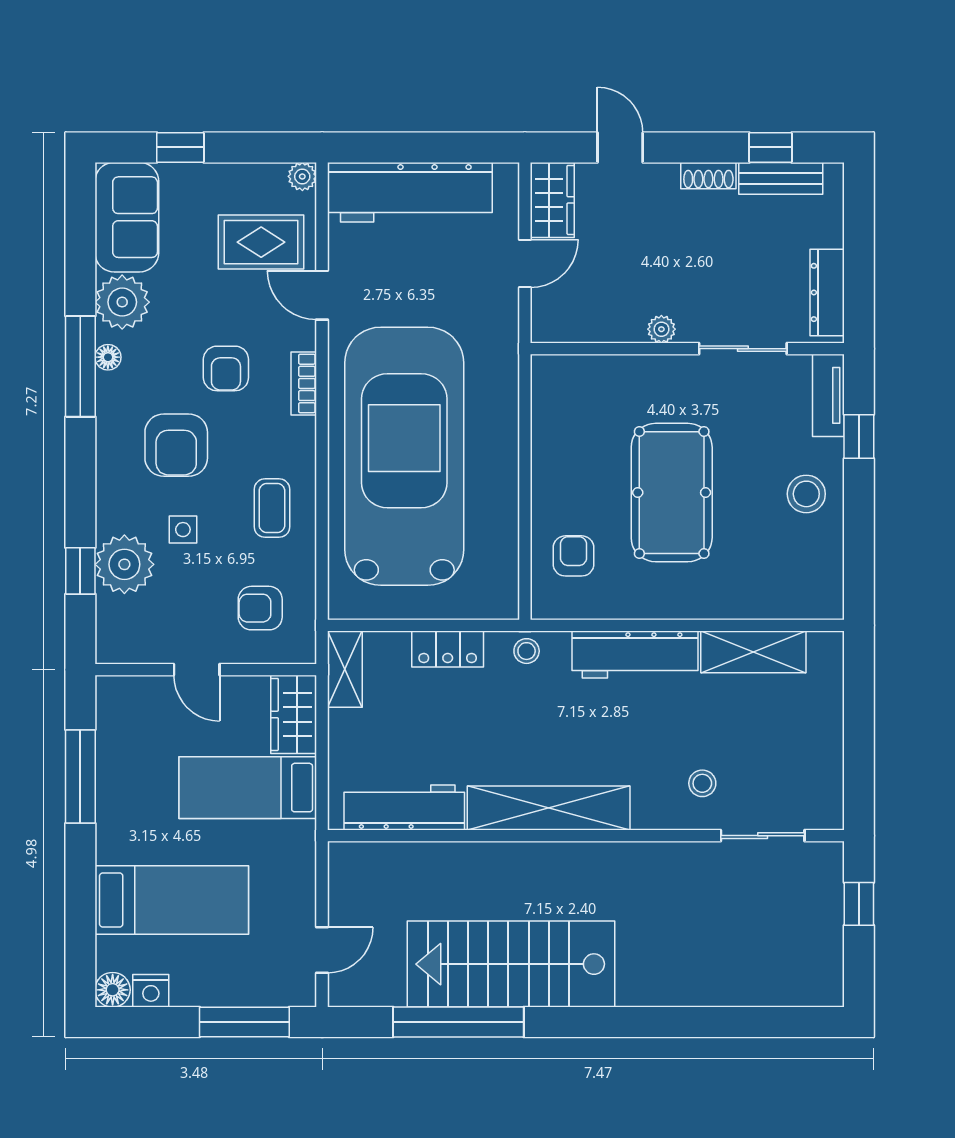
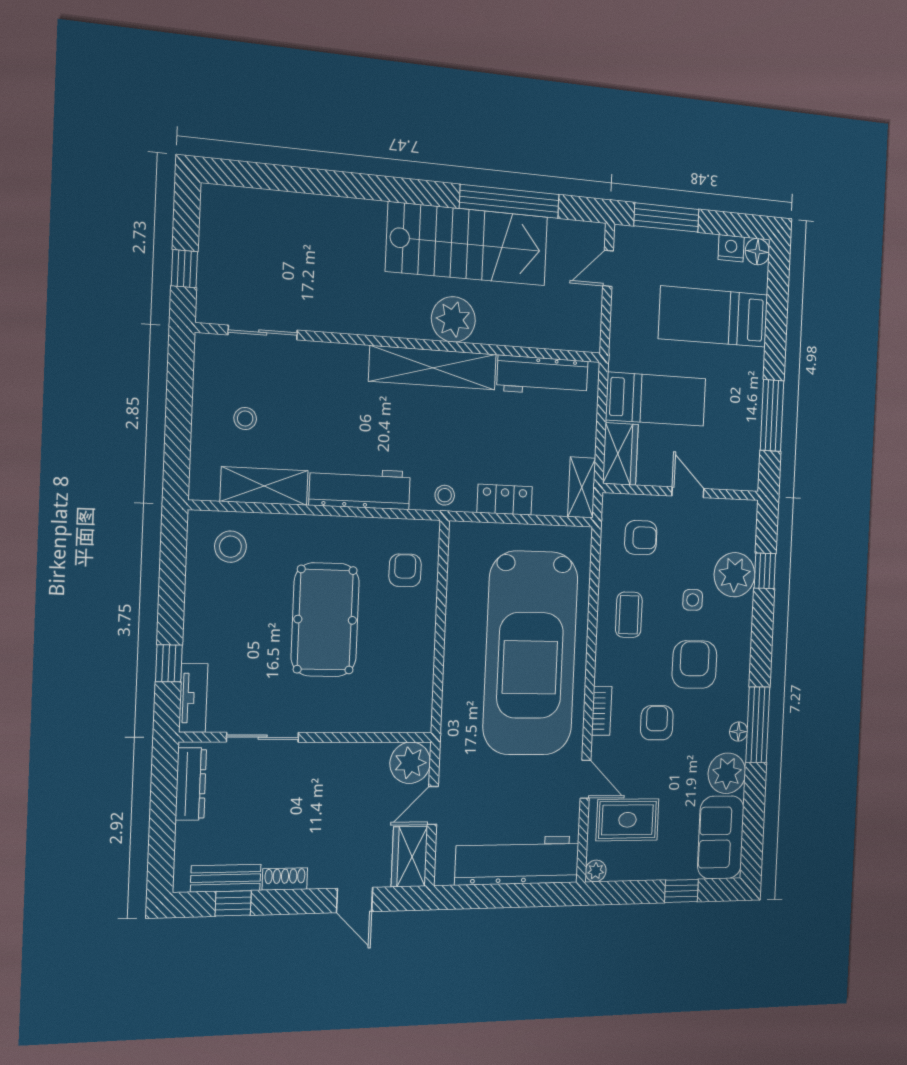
plant: (661, 329) -> (410, 763), moved, width x1.87, depth x1.87
stool: (806, 494) -> (230, 547), moved
armchair: (573, 556) -> (405, 570), turned 180
stool: (702, 783) -> (245, 419), moved
plant: (525, 869) -> (453, 319), added

